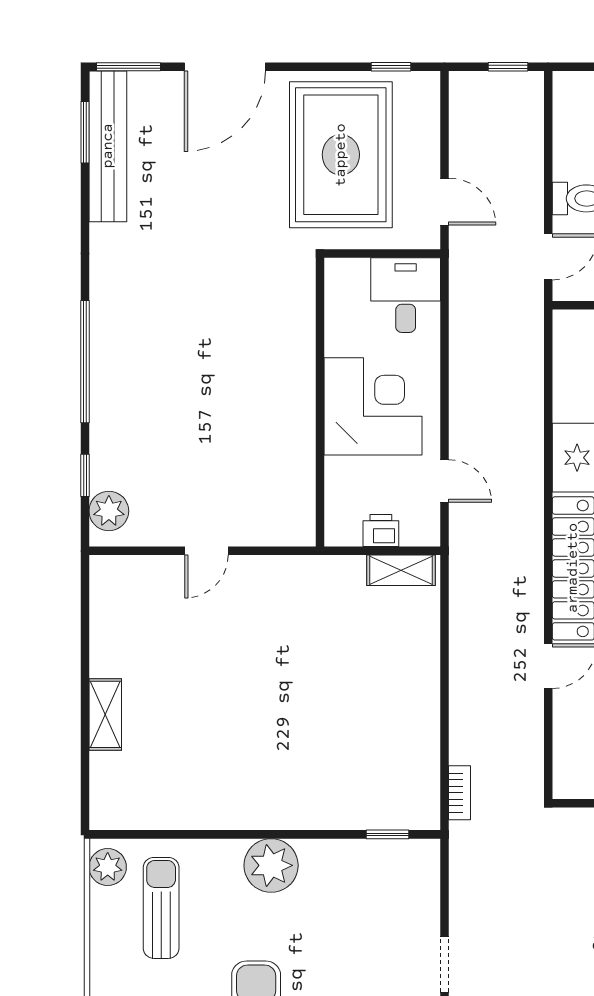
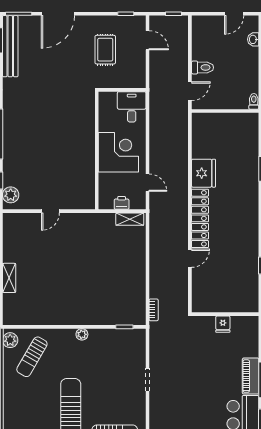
rug: (341, 155) -> (105, 50), width x0.54, depth x0.49
door: (445, 202) -> (148, 40), moved
plant: (271, 865) -> (82, 334), width x0.53, depth x0.53
sun lounger: (161, 908) -> (32, 357), turned -150

